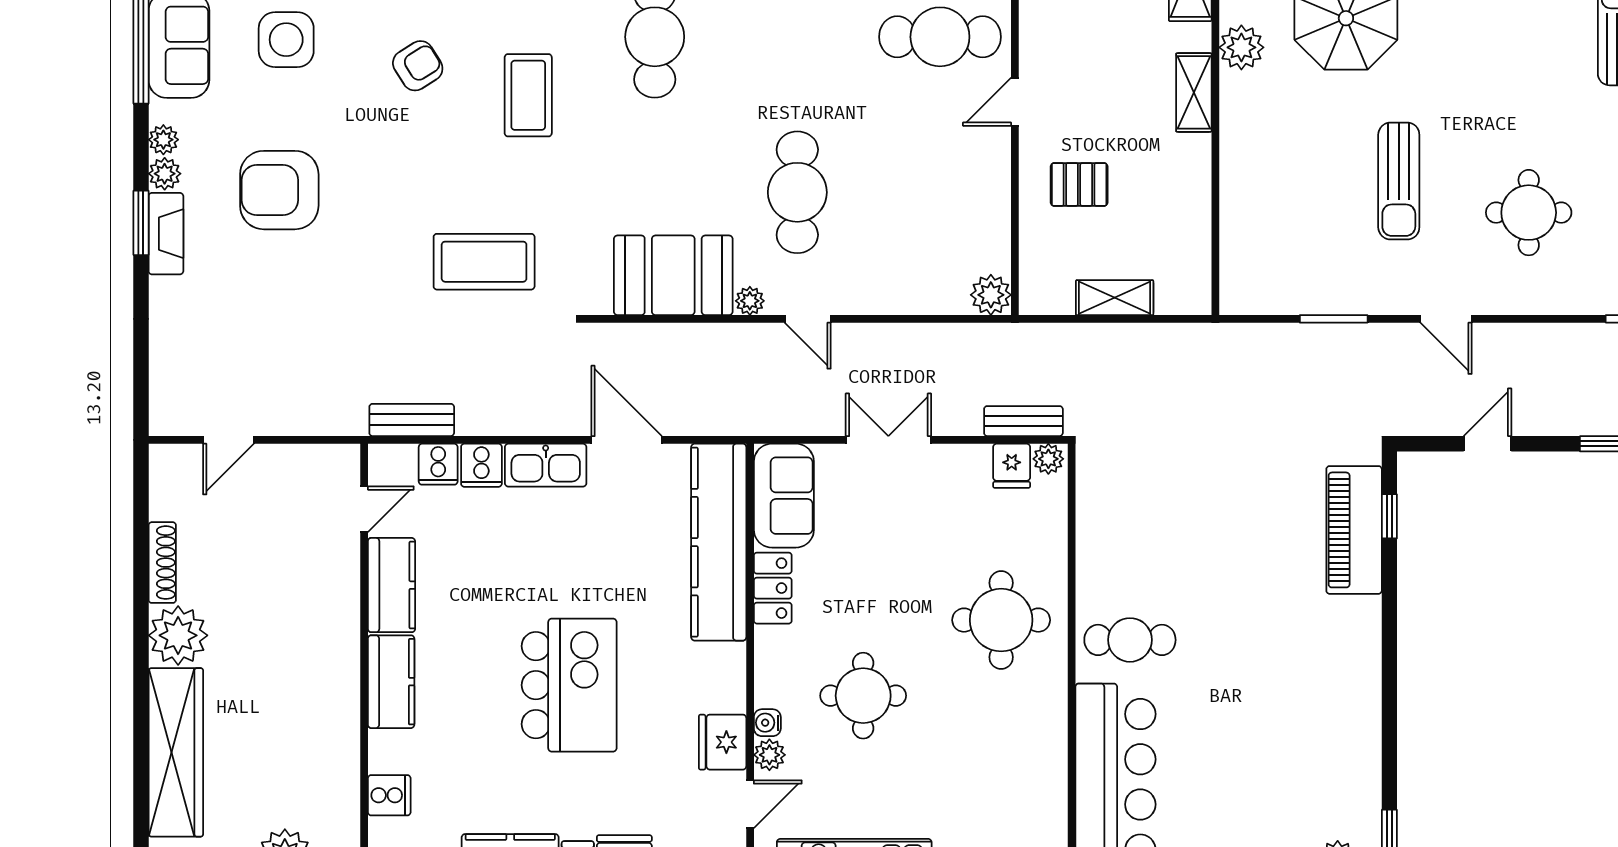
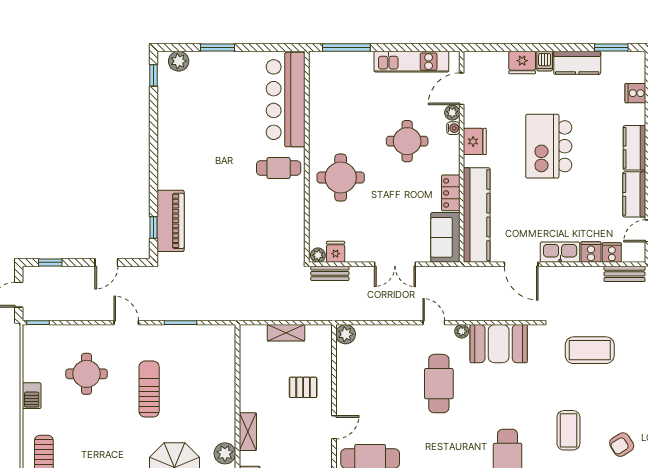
fridge: (723, 742) -> (475, 141), moved
door: (750, 804) -> (462, 89), width x1.38

